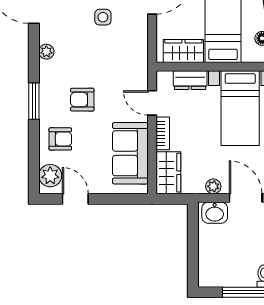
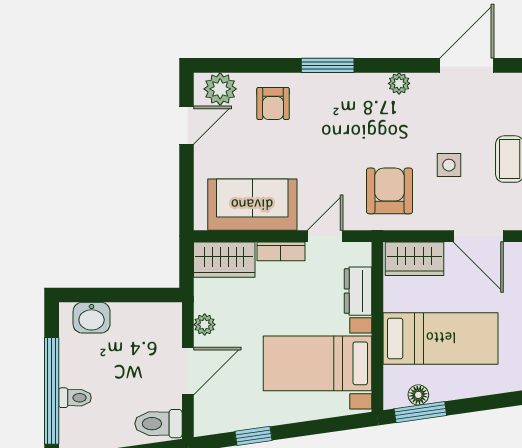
wardrobe: (183, 51) -> (415, 259), moved, turned 90
armchair: (82, 100) -> (389, 191), moved, width x1.38, depth x1.38
washbasin: (215, 213) -> (92, 318), moved, turned -90

